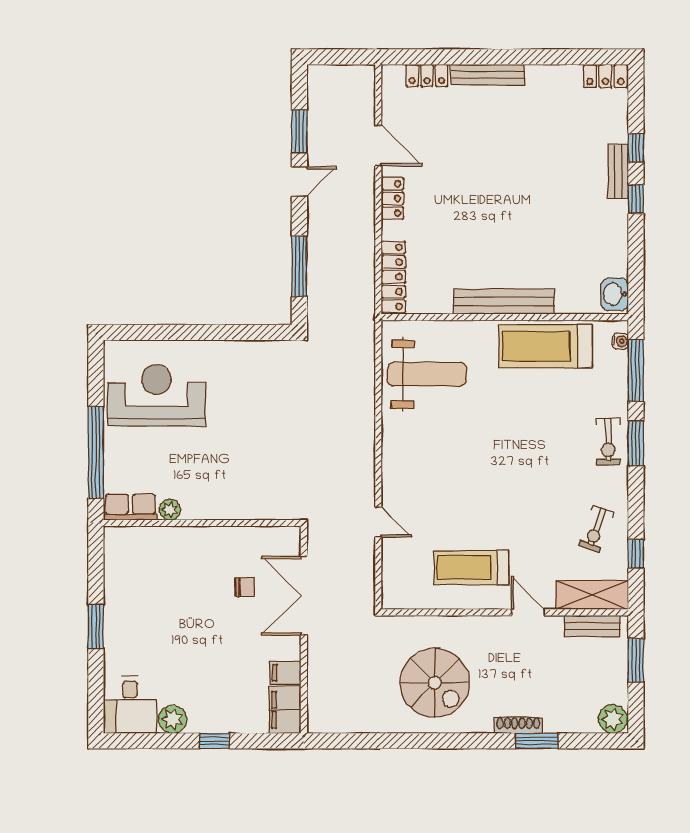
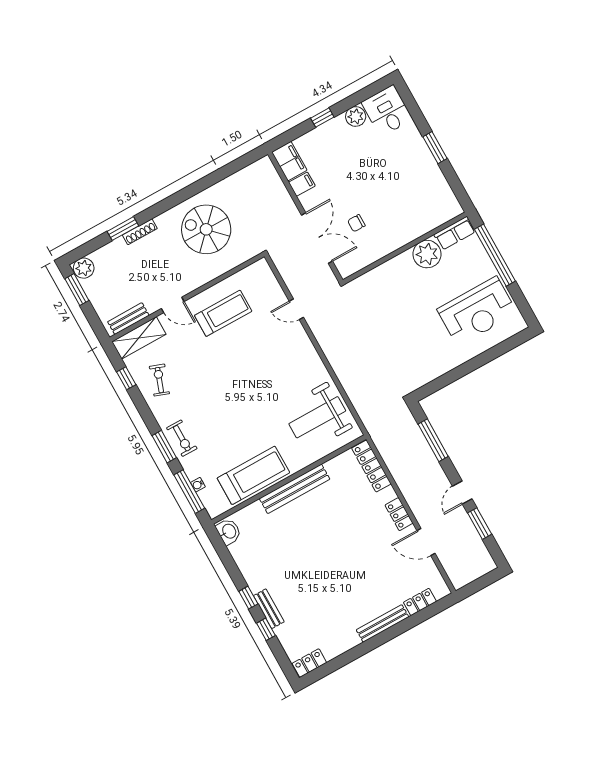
water cooler: (620, 341) -> (198, 485), moved
exercise bike: (608, 441) -> (182, 438), turned 180
plant: (170, 510) -> (427, 254), width x1.87, depth x1.87
window: (636, 661) -> (77, 290), moved

